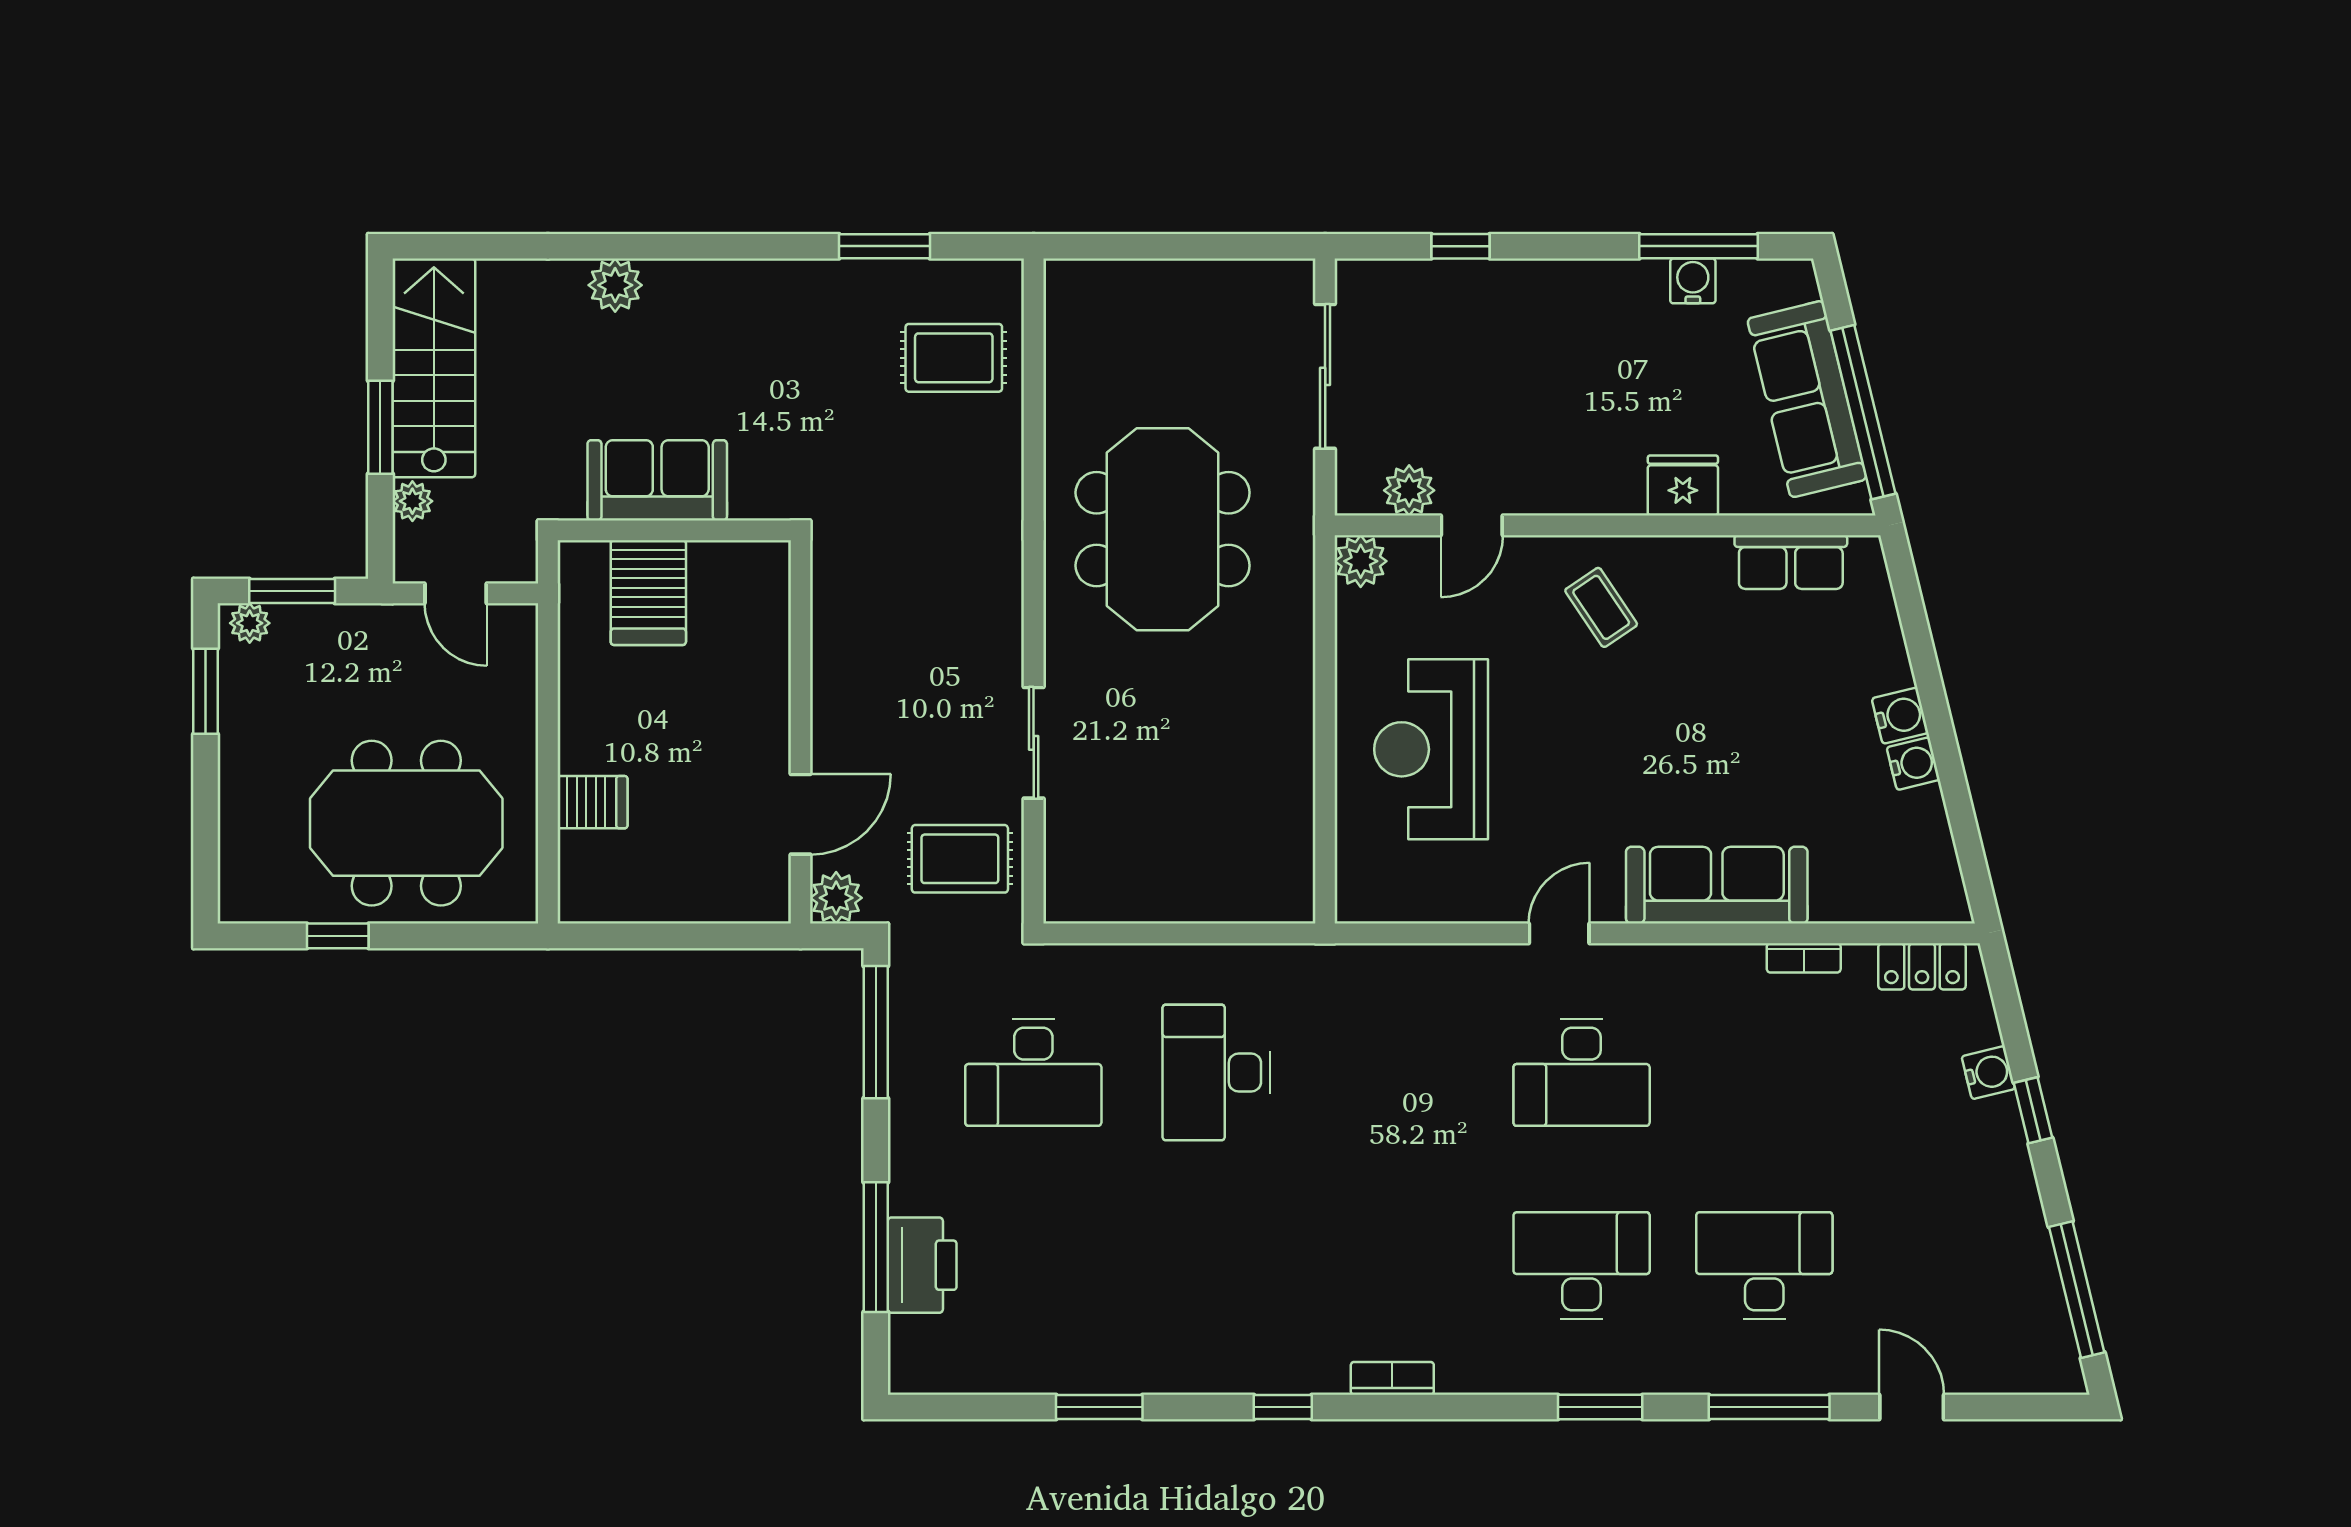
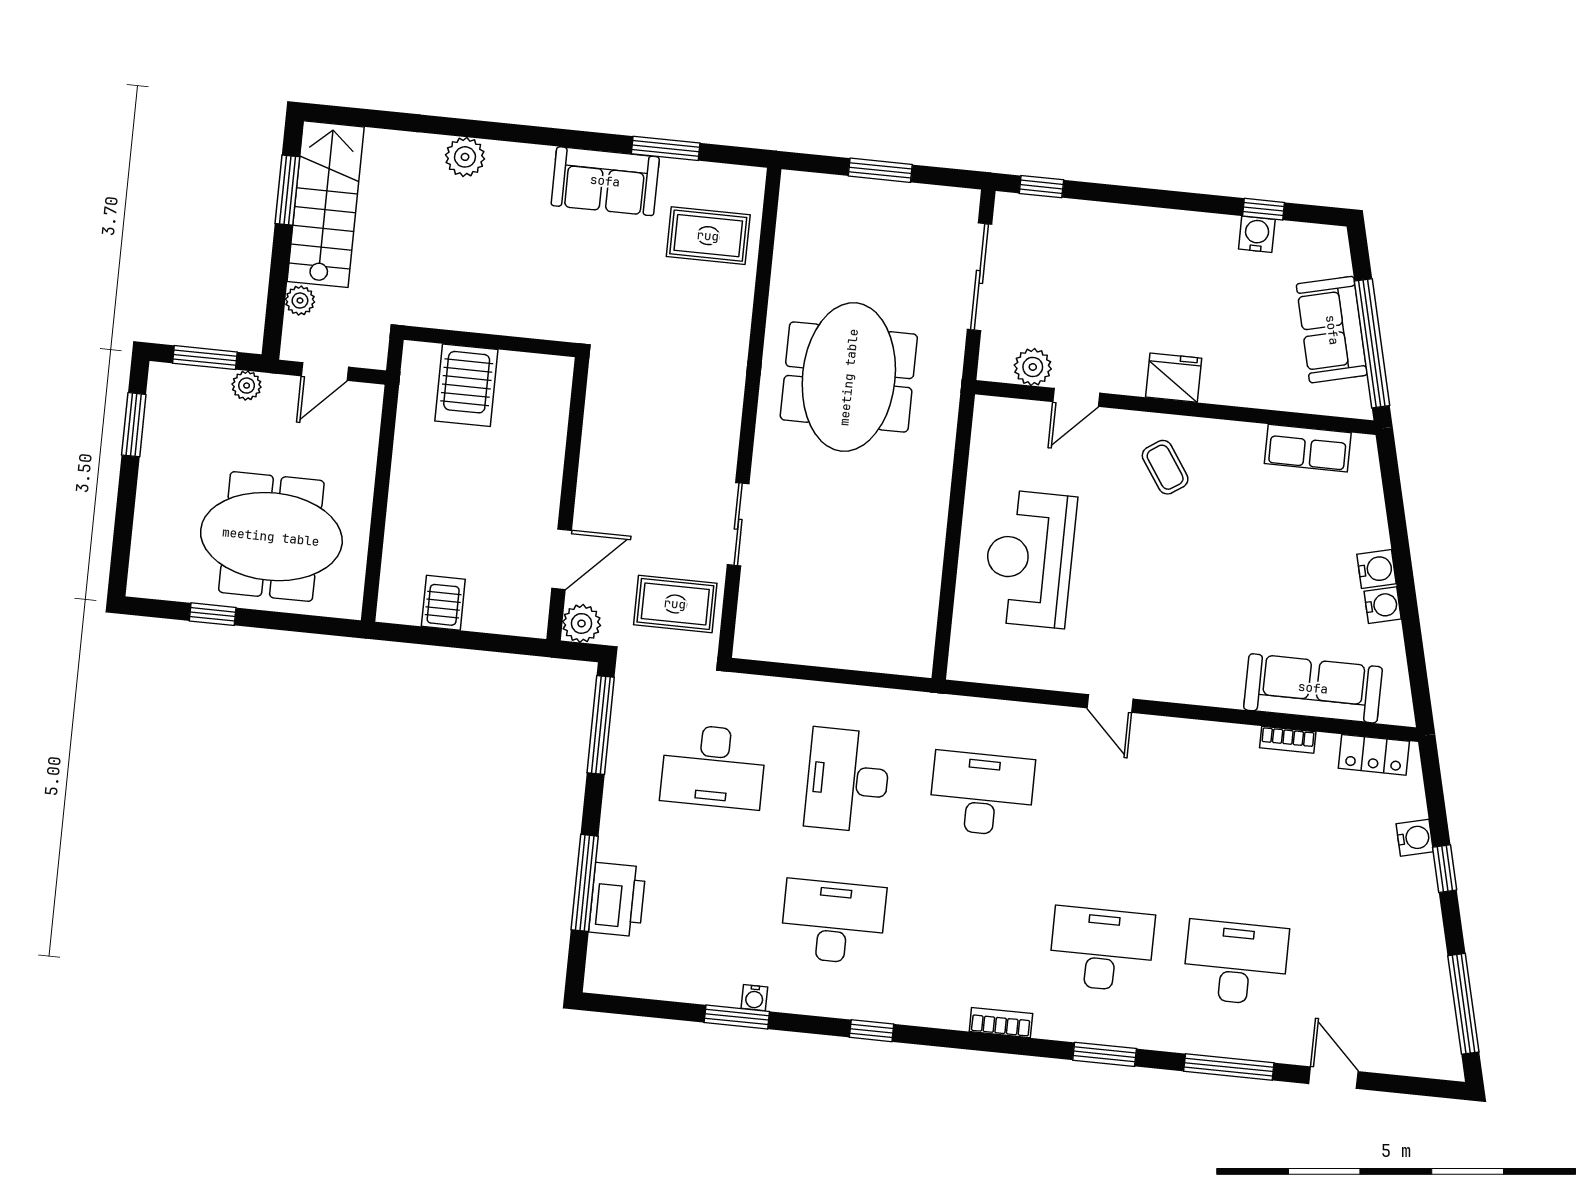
window: (1177, 246) -> (880, 170), added
window: (1461, 246) -> (1041, 187), moved
window: (1698, 246) -> (1263, 209), width x0.46
sofa: (1807, 399) -> (1332, 330), width x0.73
window: (380, 427) -> (287, 190), moved
sofa: (657, 480) -> (605, 181), moved, turned 180
fridge: (1683, 486) -> (1174, 378), moved
plant: (1361, 561) -> (992, 415), removed
door: (456, 593) -> (325, 372), hinge flipped
plant: (250, 623) -> (247, 386), moved
server rack: (593, 802) -> (443, 603), moved, turned -90
sofa: (1717, 885) -> (1313, 688), moved
door: (1559, 933) -> (1110, 704), swing flipped
desk: (1582, 1073) -> (982, 794), moved, turned 180
desk: (1216, 1266) -> (833, 922), added
bookcase: (1392, 1378) -> (1001, 1023), moved
water cooler: (1120, 1379) -> (754, 998), added

